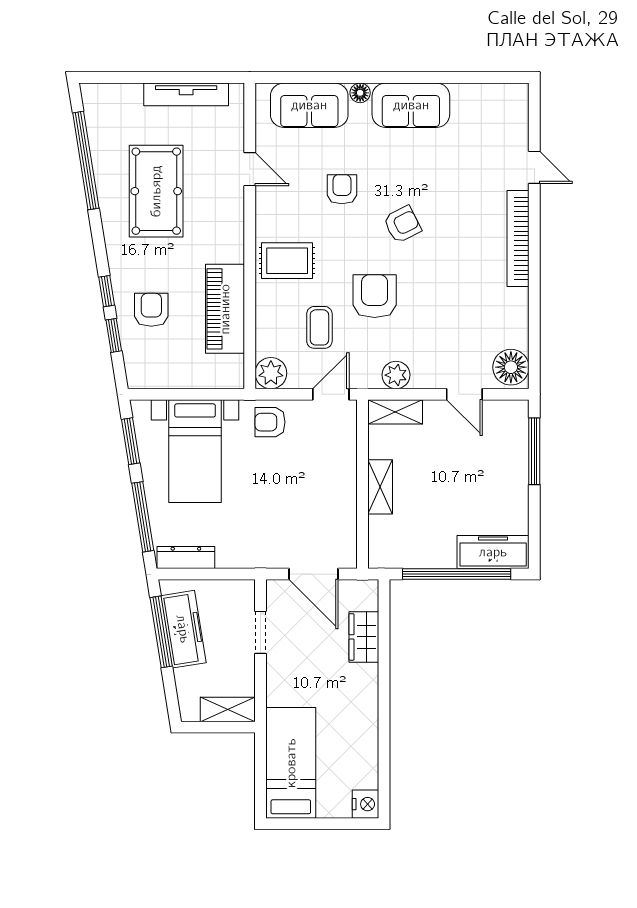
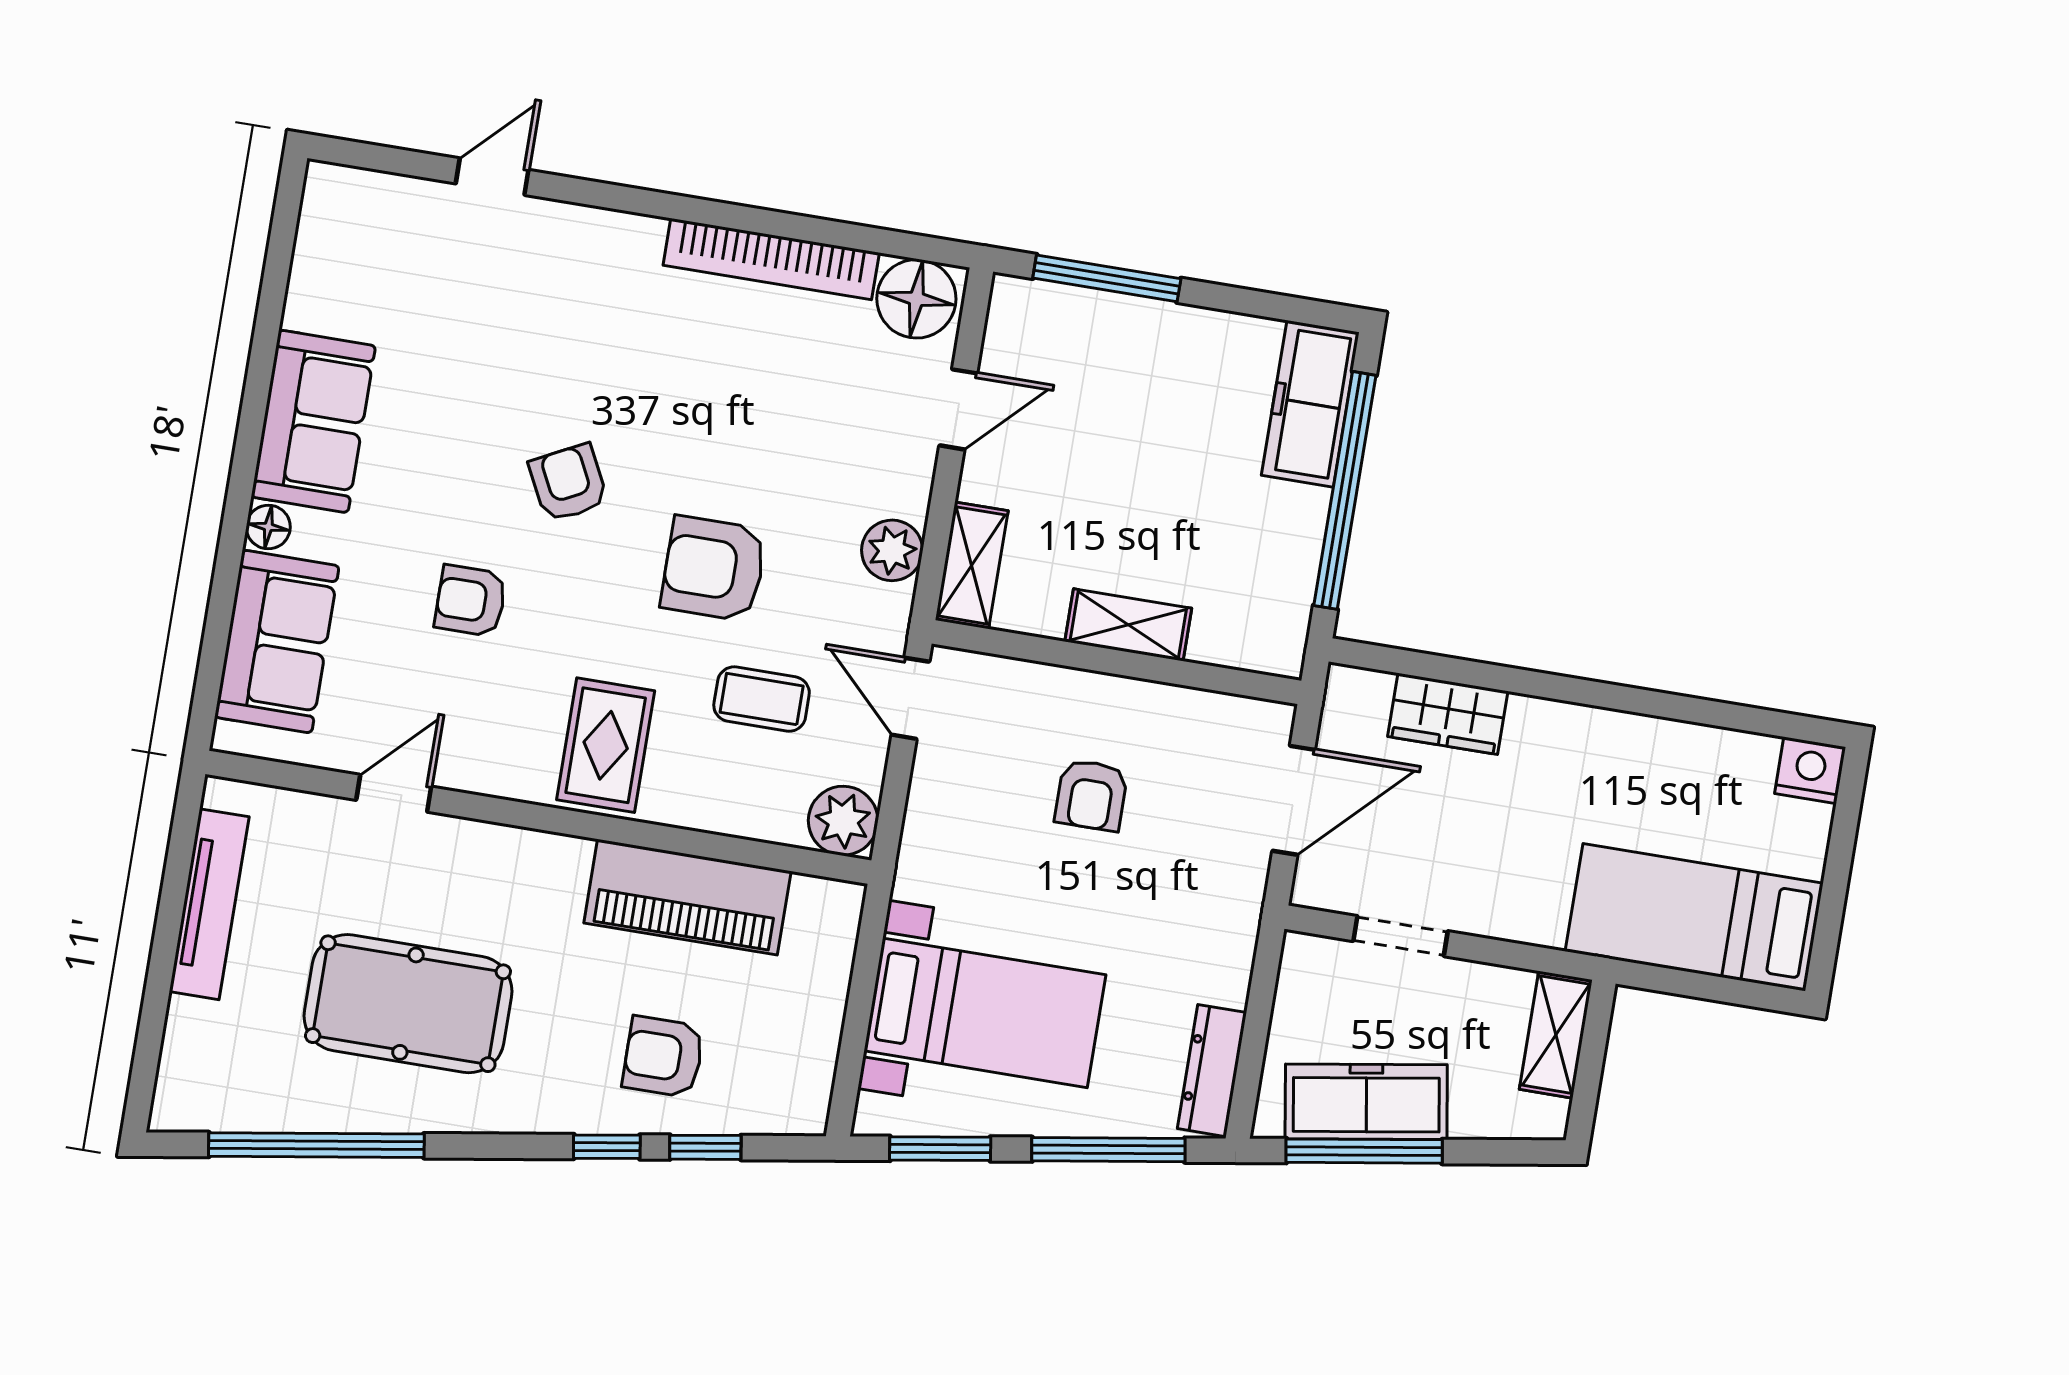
bookcase: (518, 238) -> (771, 259), moved
armchair: (270, 422) -> (1091, 795), moved

